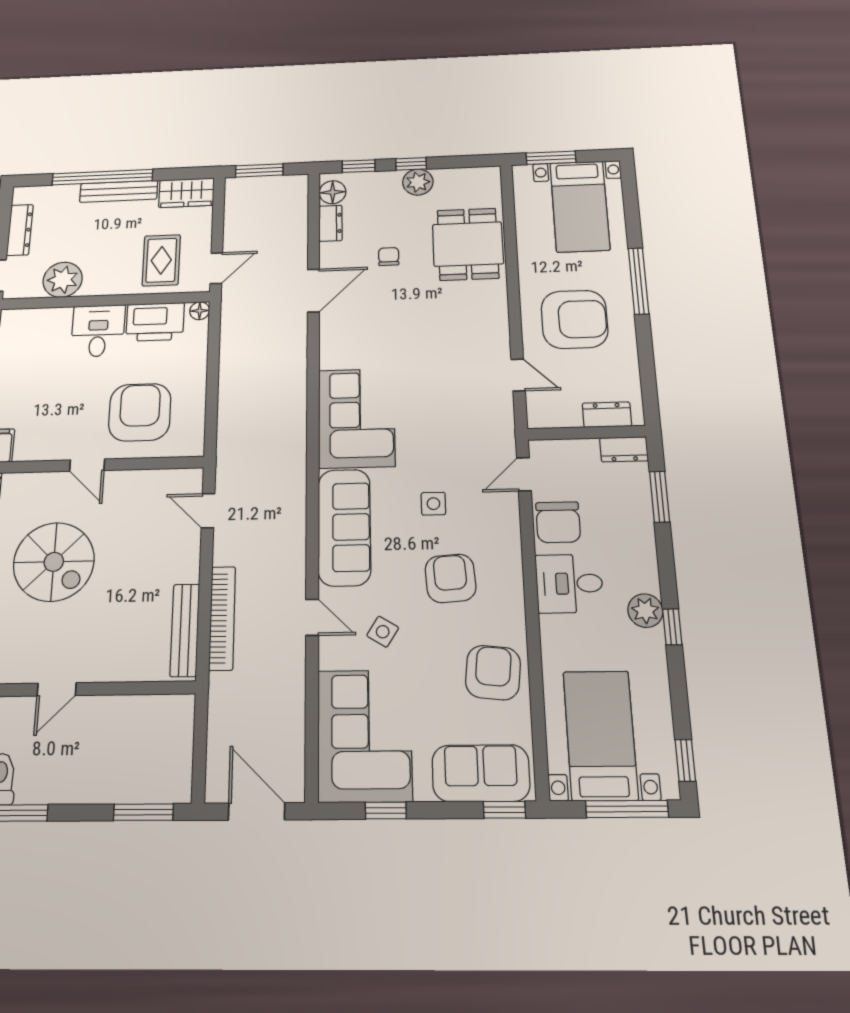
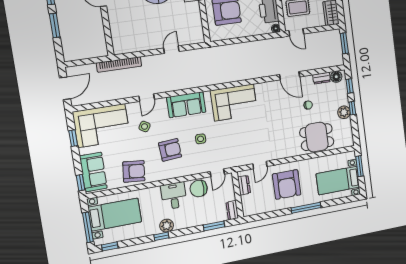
dresser: (607, 415) -> (244, 185), moved
door: (524, 474) -> (217, 173), swing flipped
door: (208, 511) -> (171, 50), moved
sofa: (344, 527) -> (186, 105), width x0.73
bookcase: (222, 618) -> (119, 64), moved
bench: (185, 630) -> (134, 47), removed
window: (143, 812) -> (55, 25), moved

